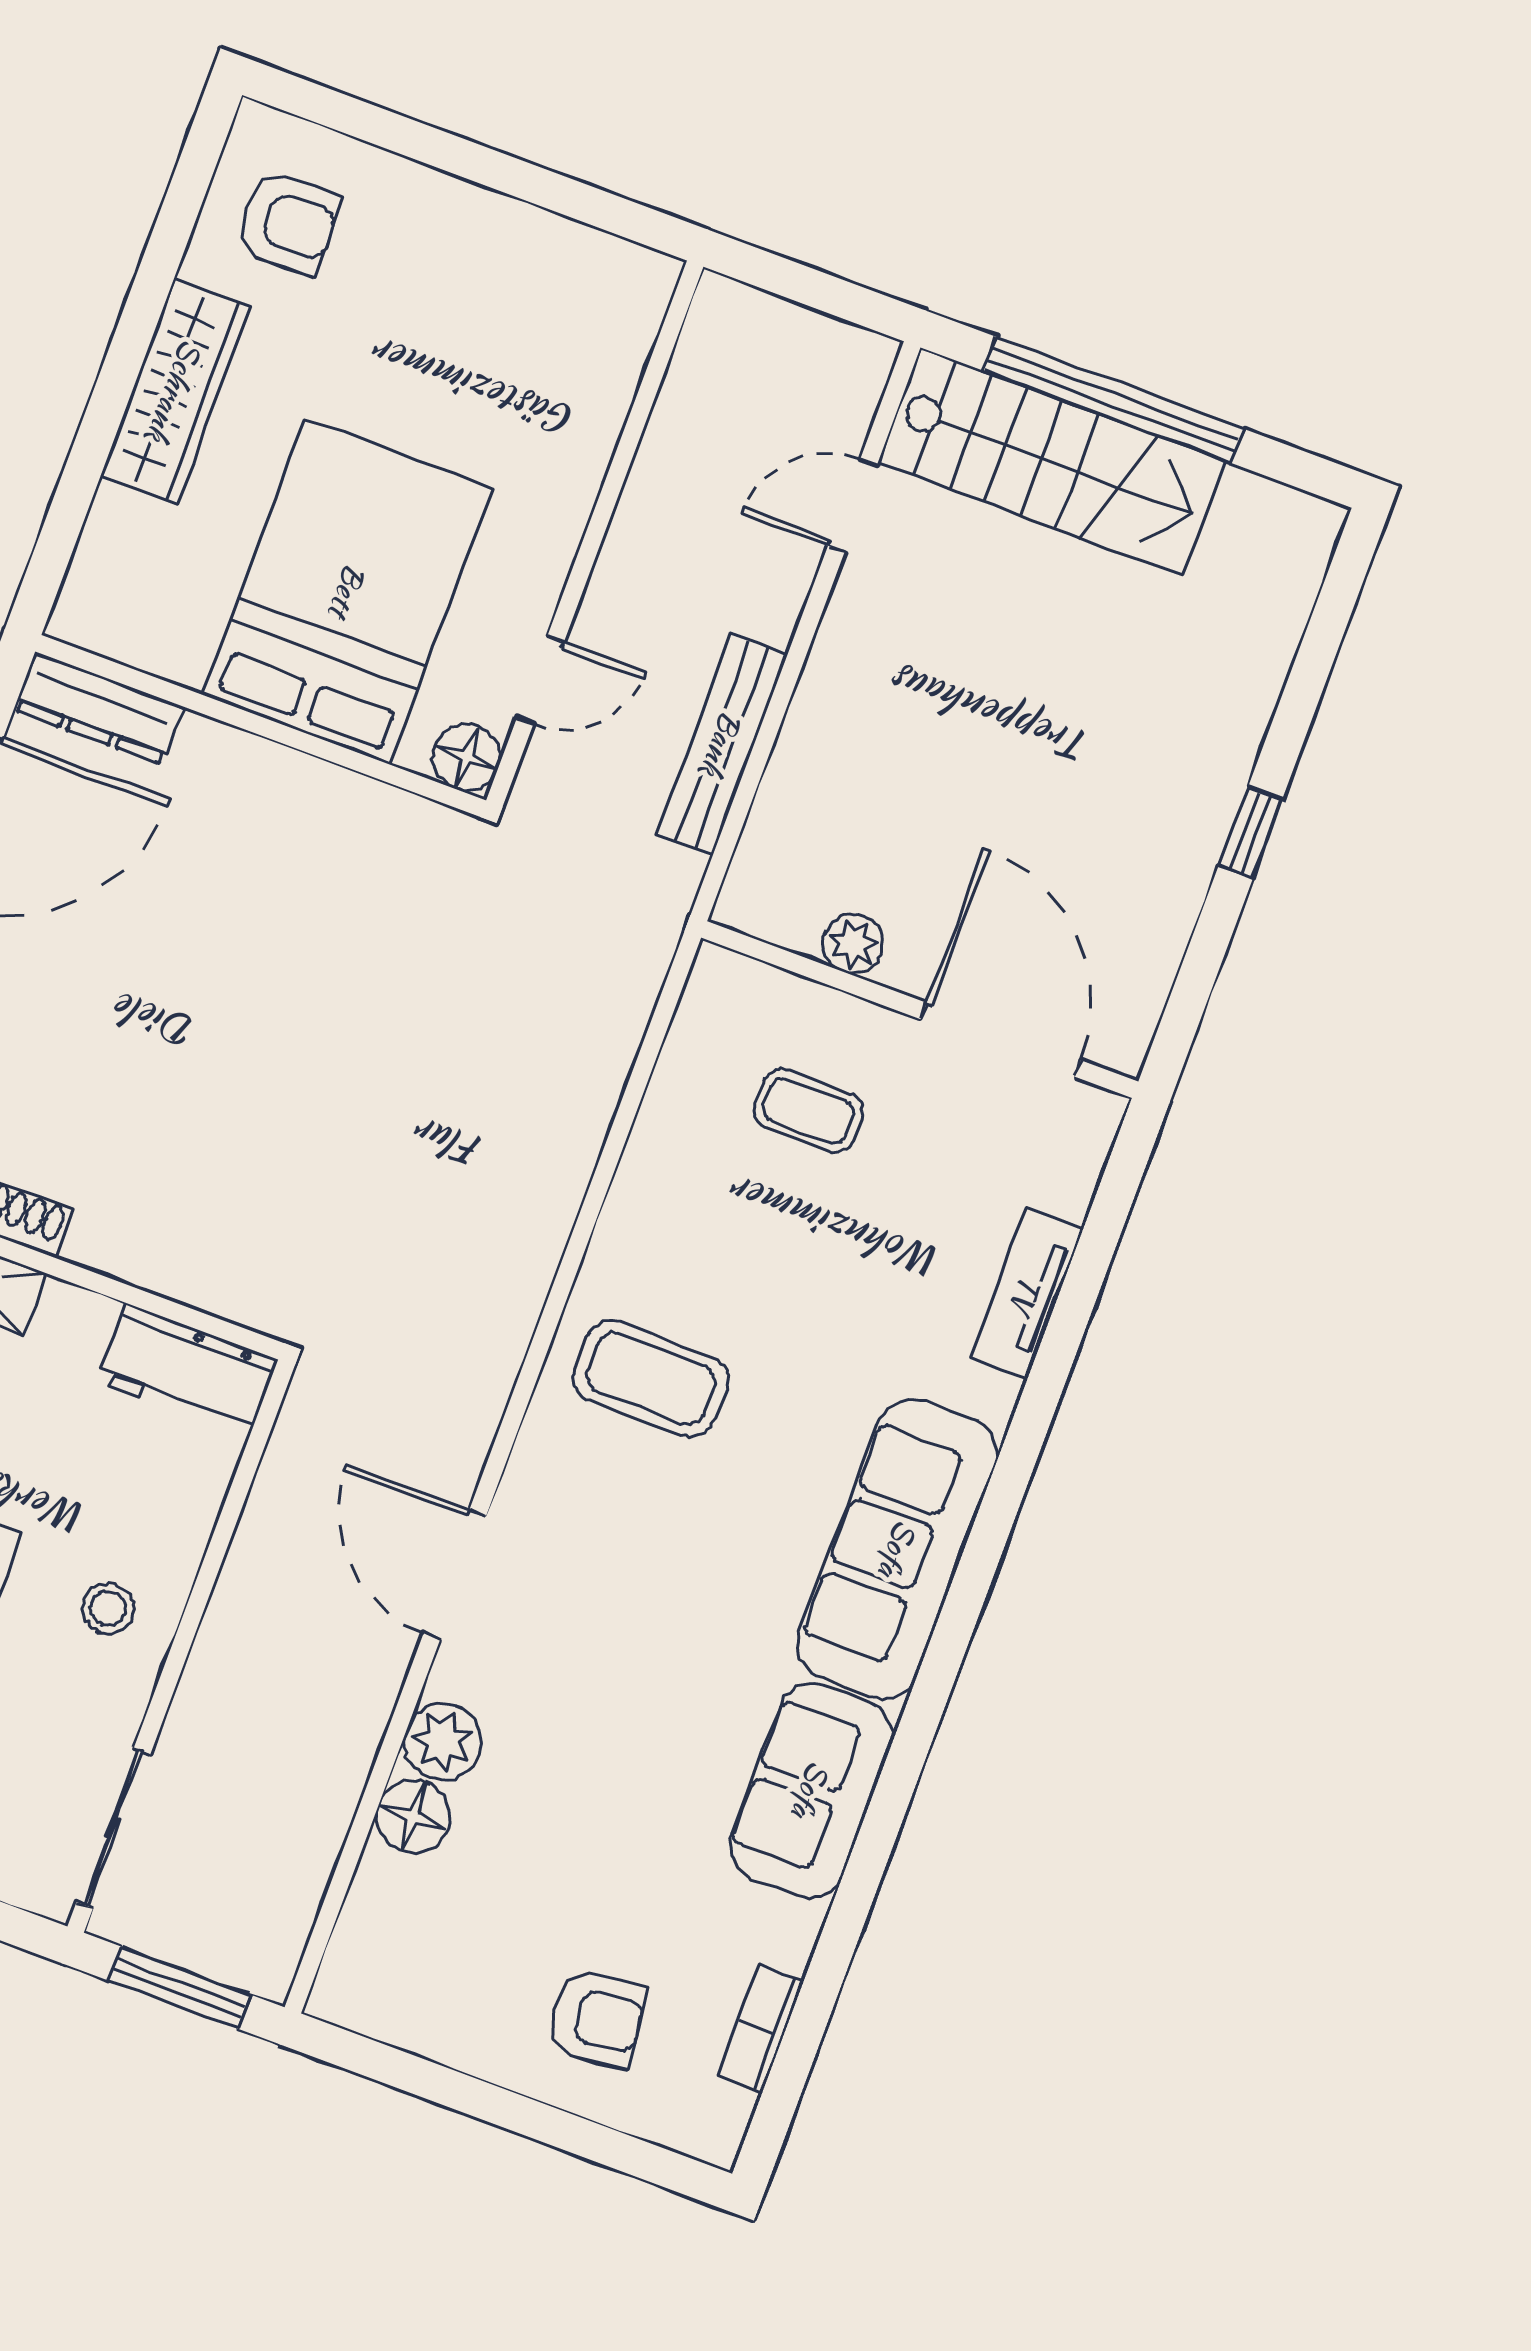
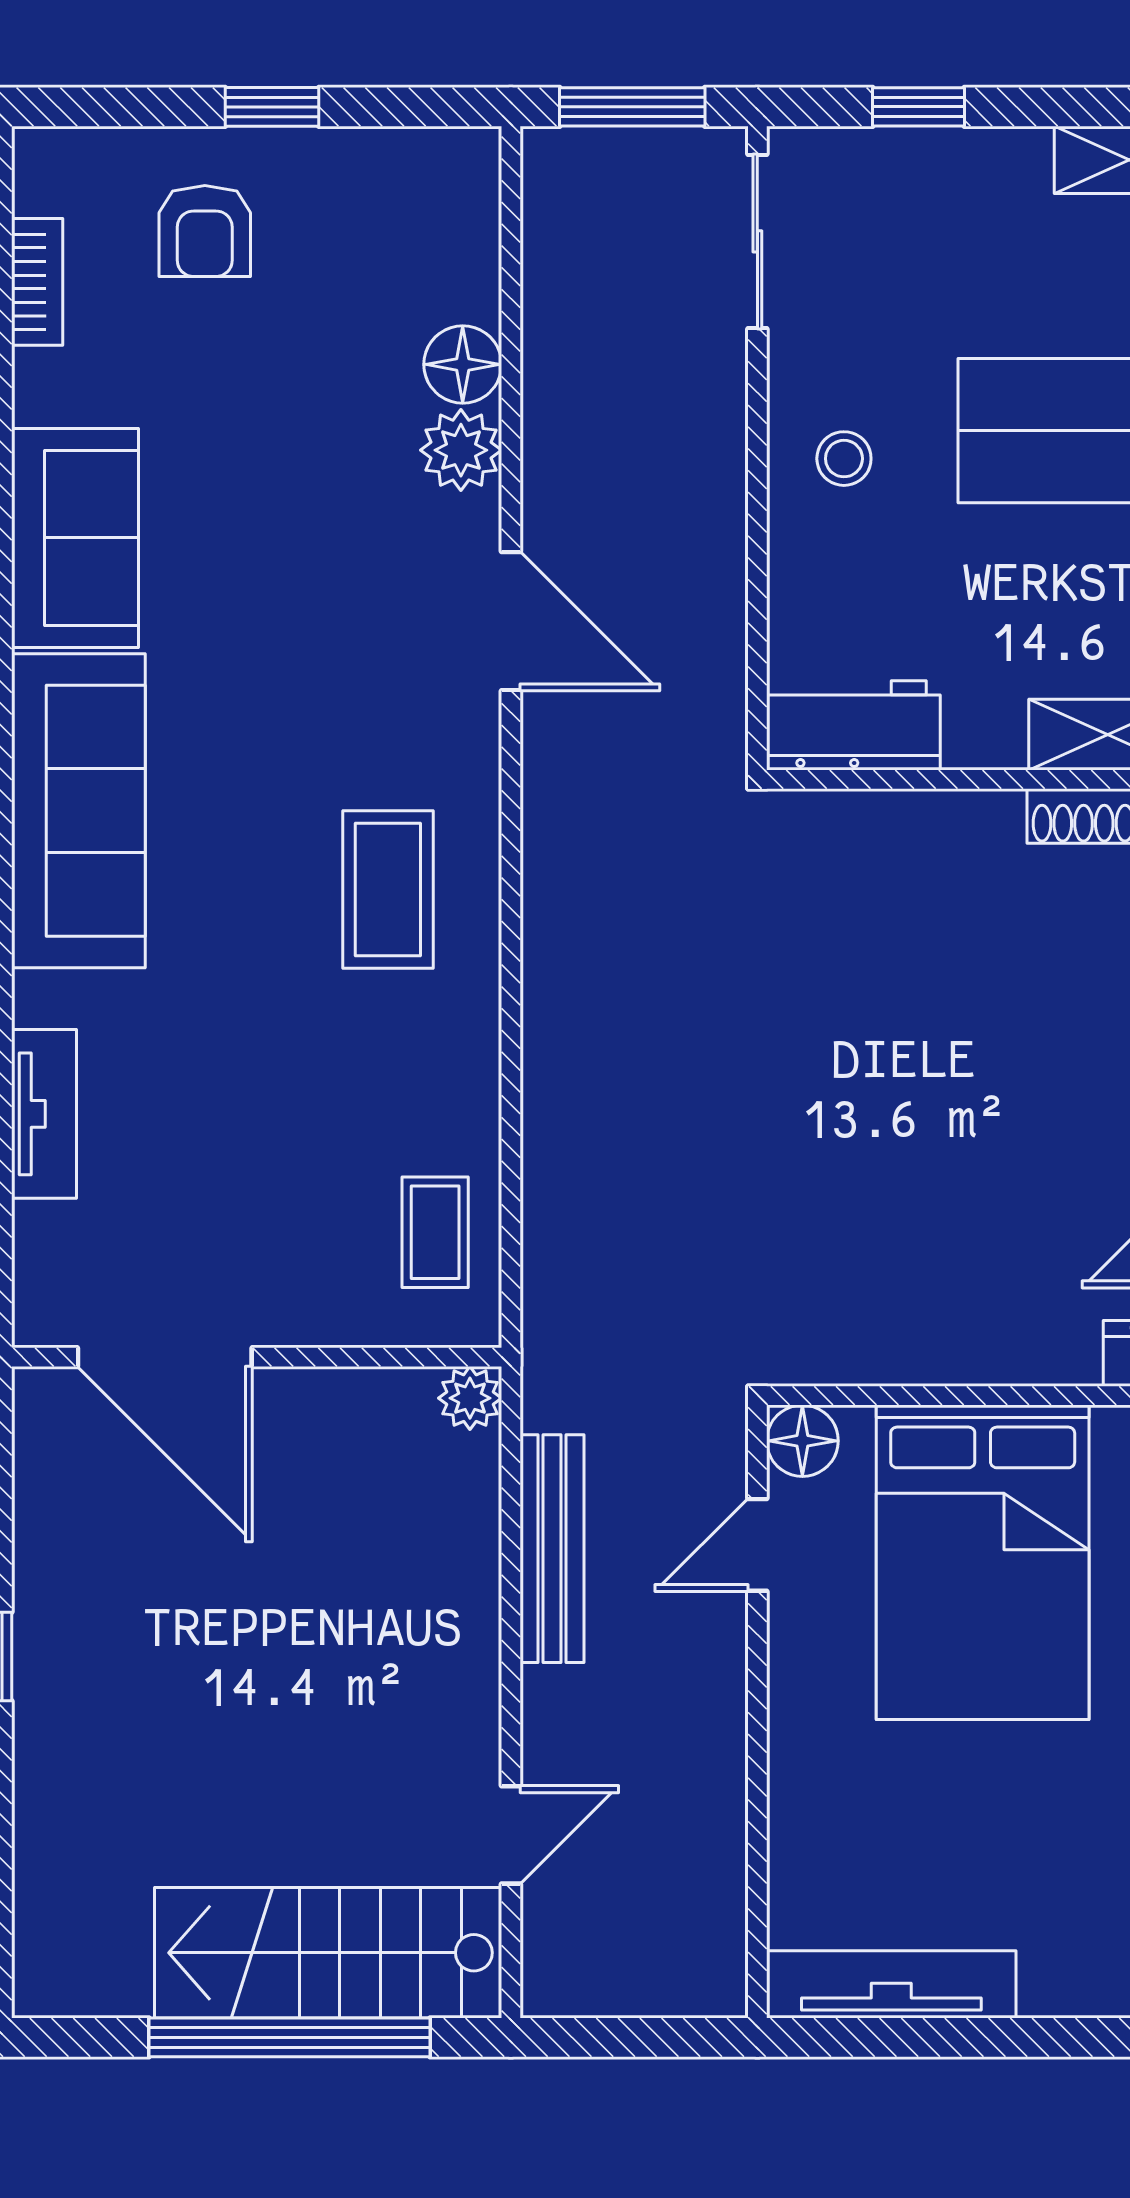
tv unit: (566, 249) -> (891, 1984), added
plant: (853, 944) -> (470, 1398), moved
coffee table: (808, 1111) -> (435, 1232), moved, turned 90
coffee table: (651, 1378) -> (388, 889), turned 90
armchair: (597, 2018) -> (205, 231), turned -83
window: (497, 2106) -> (272, 107), added

